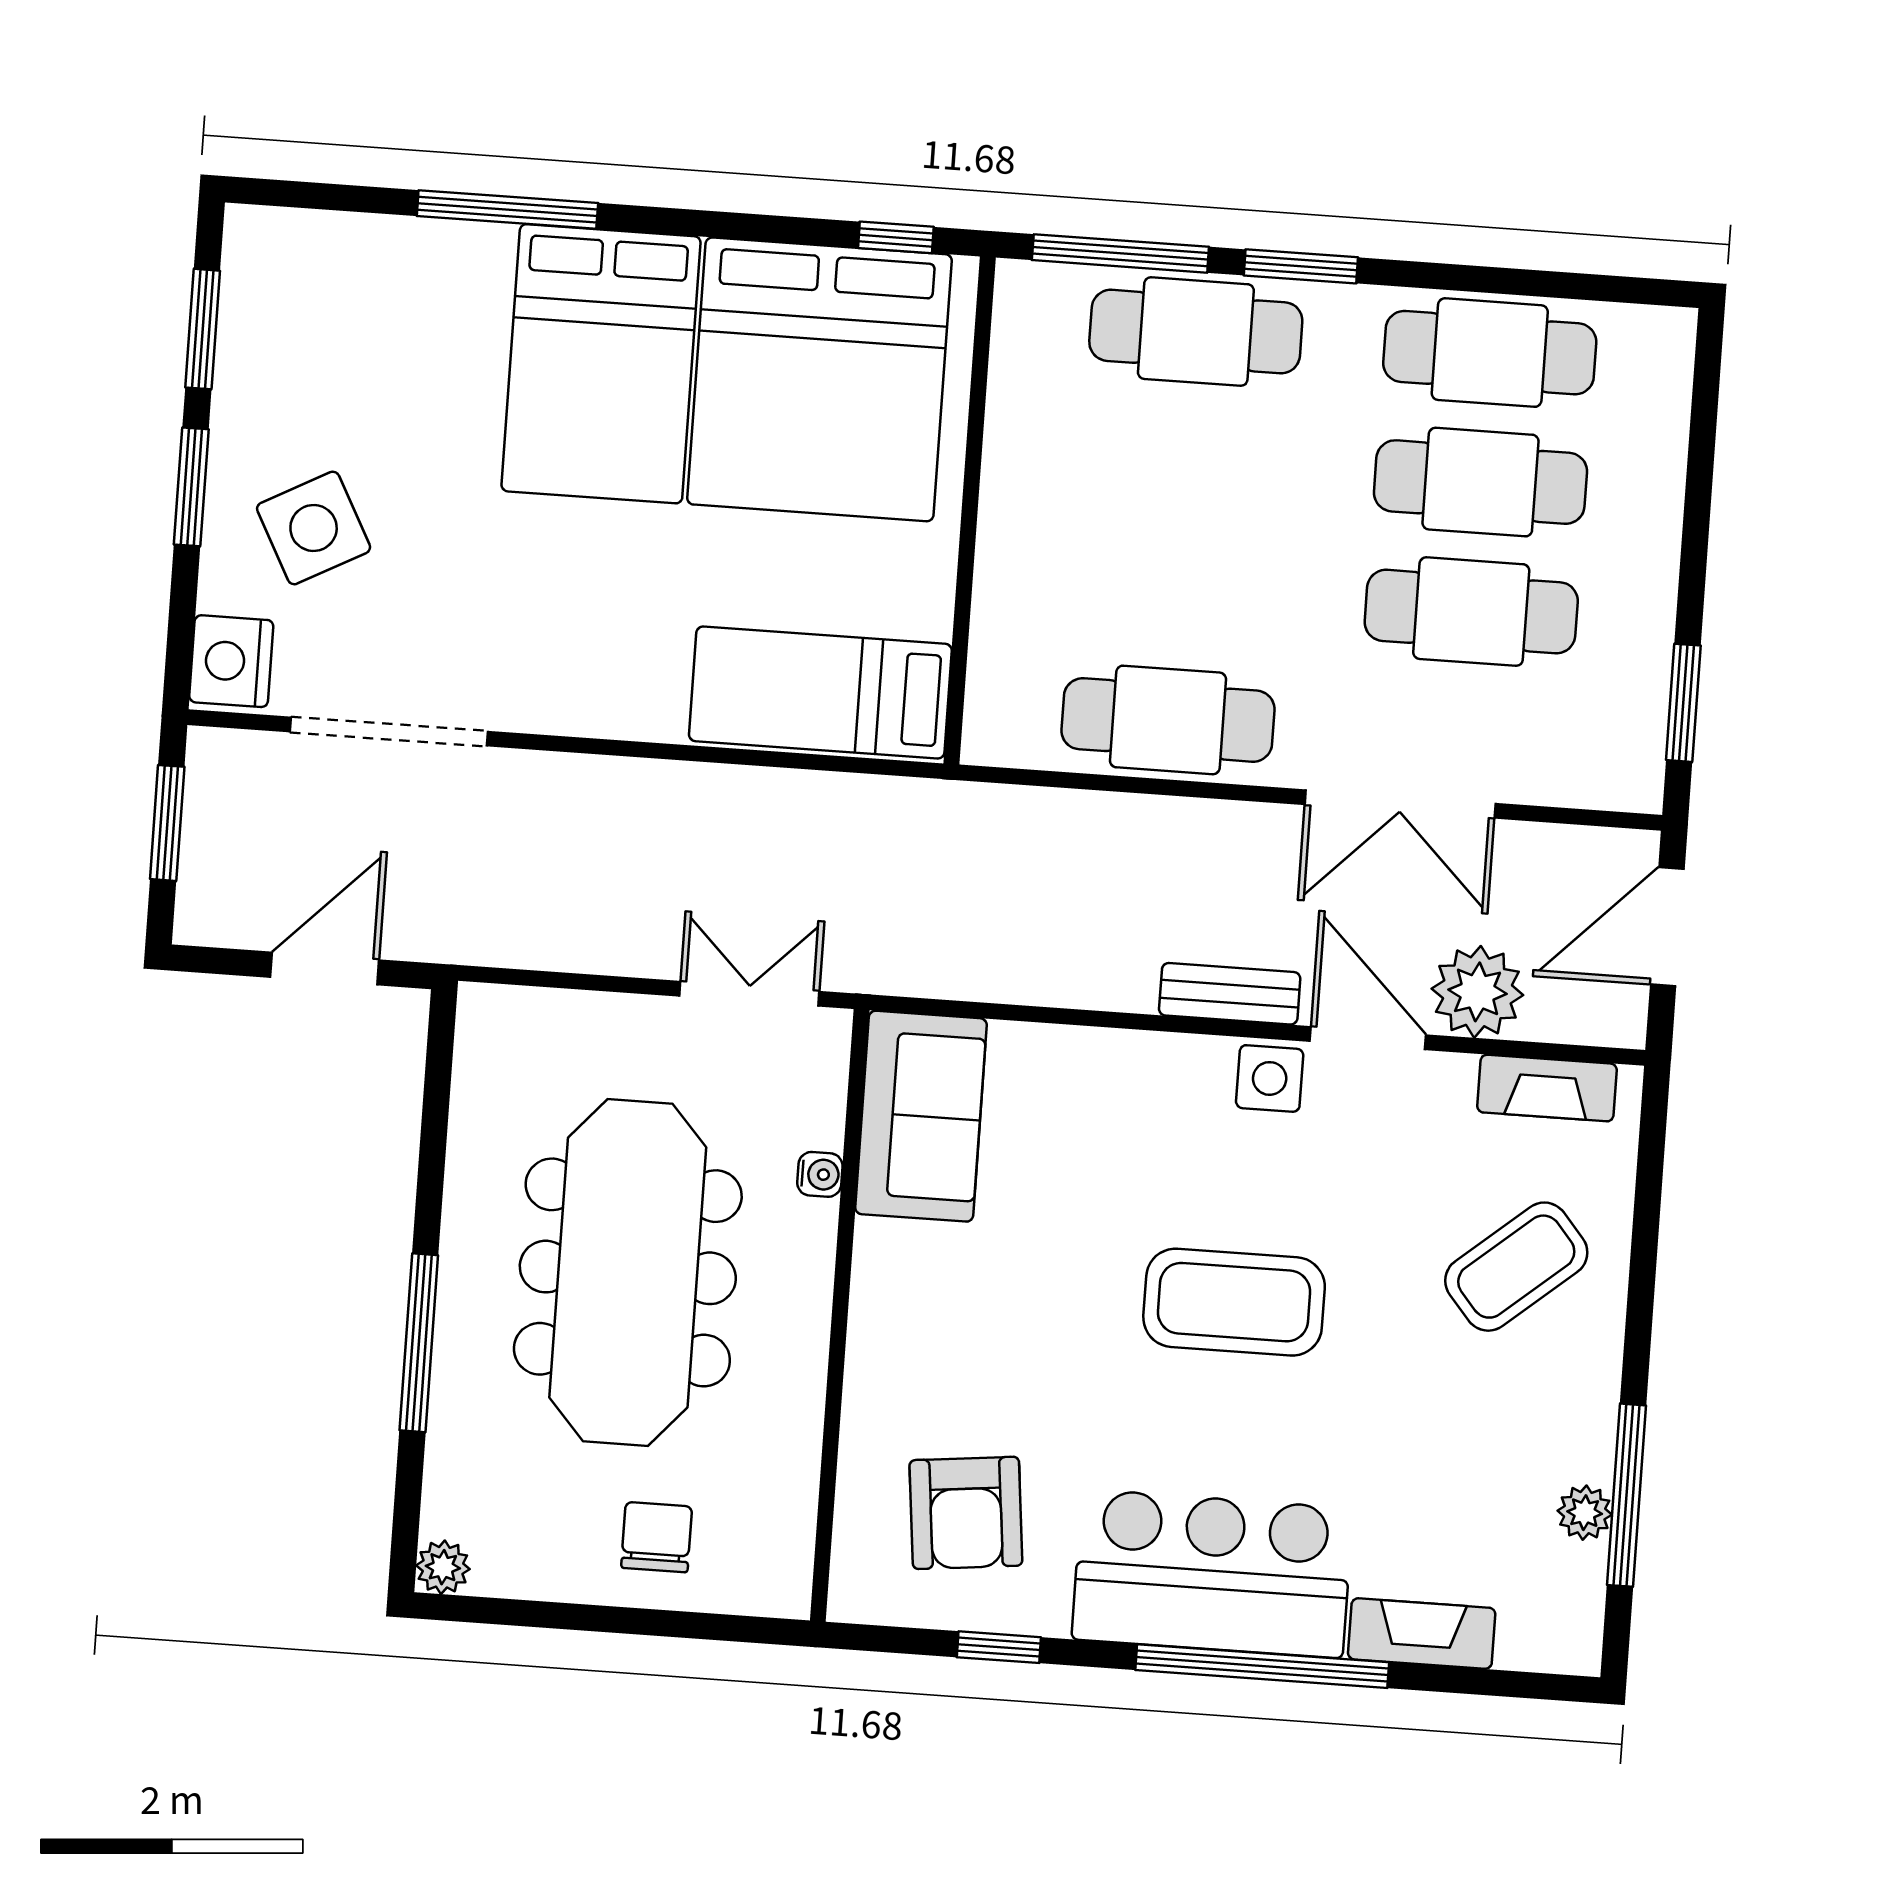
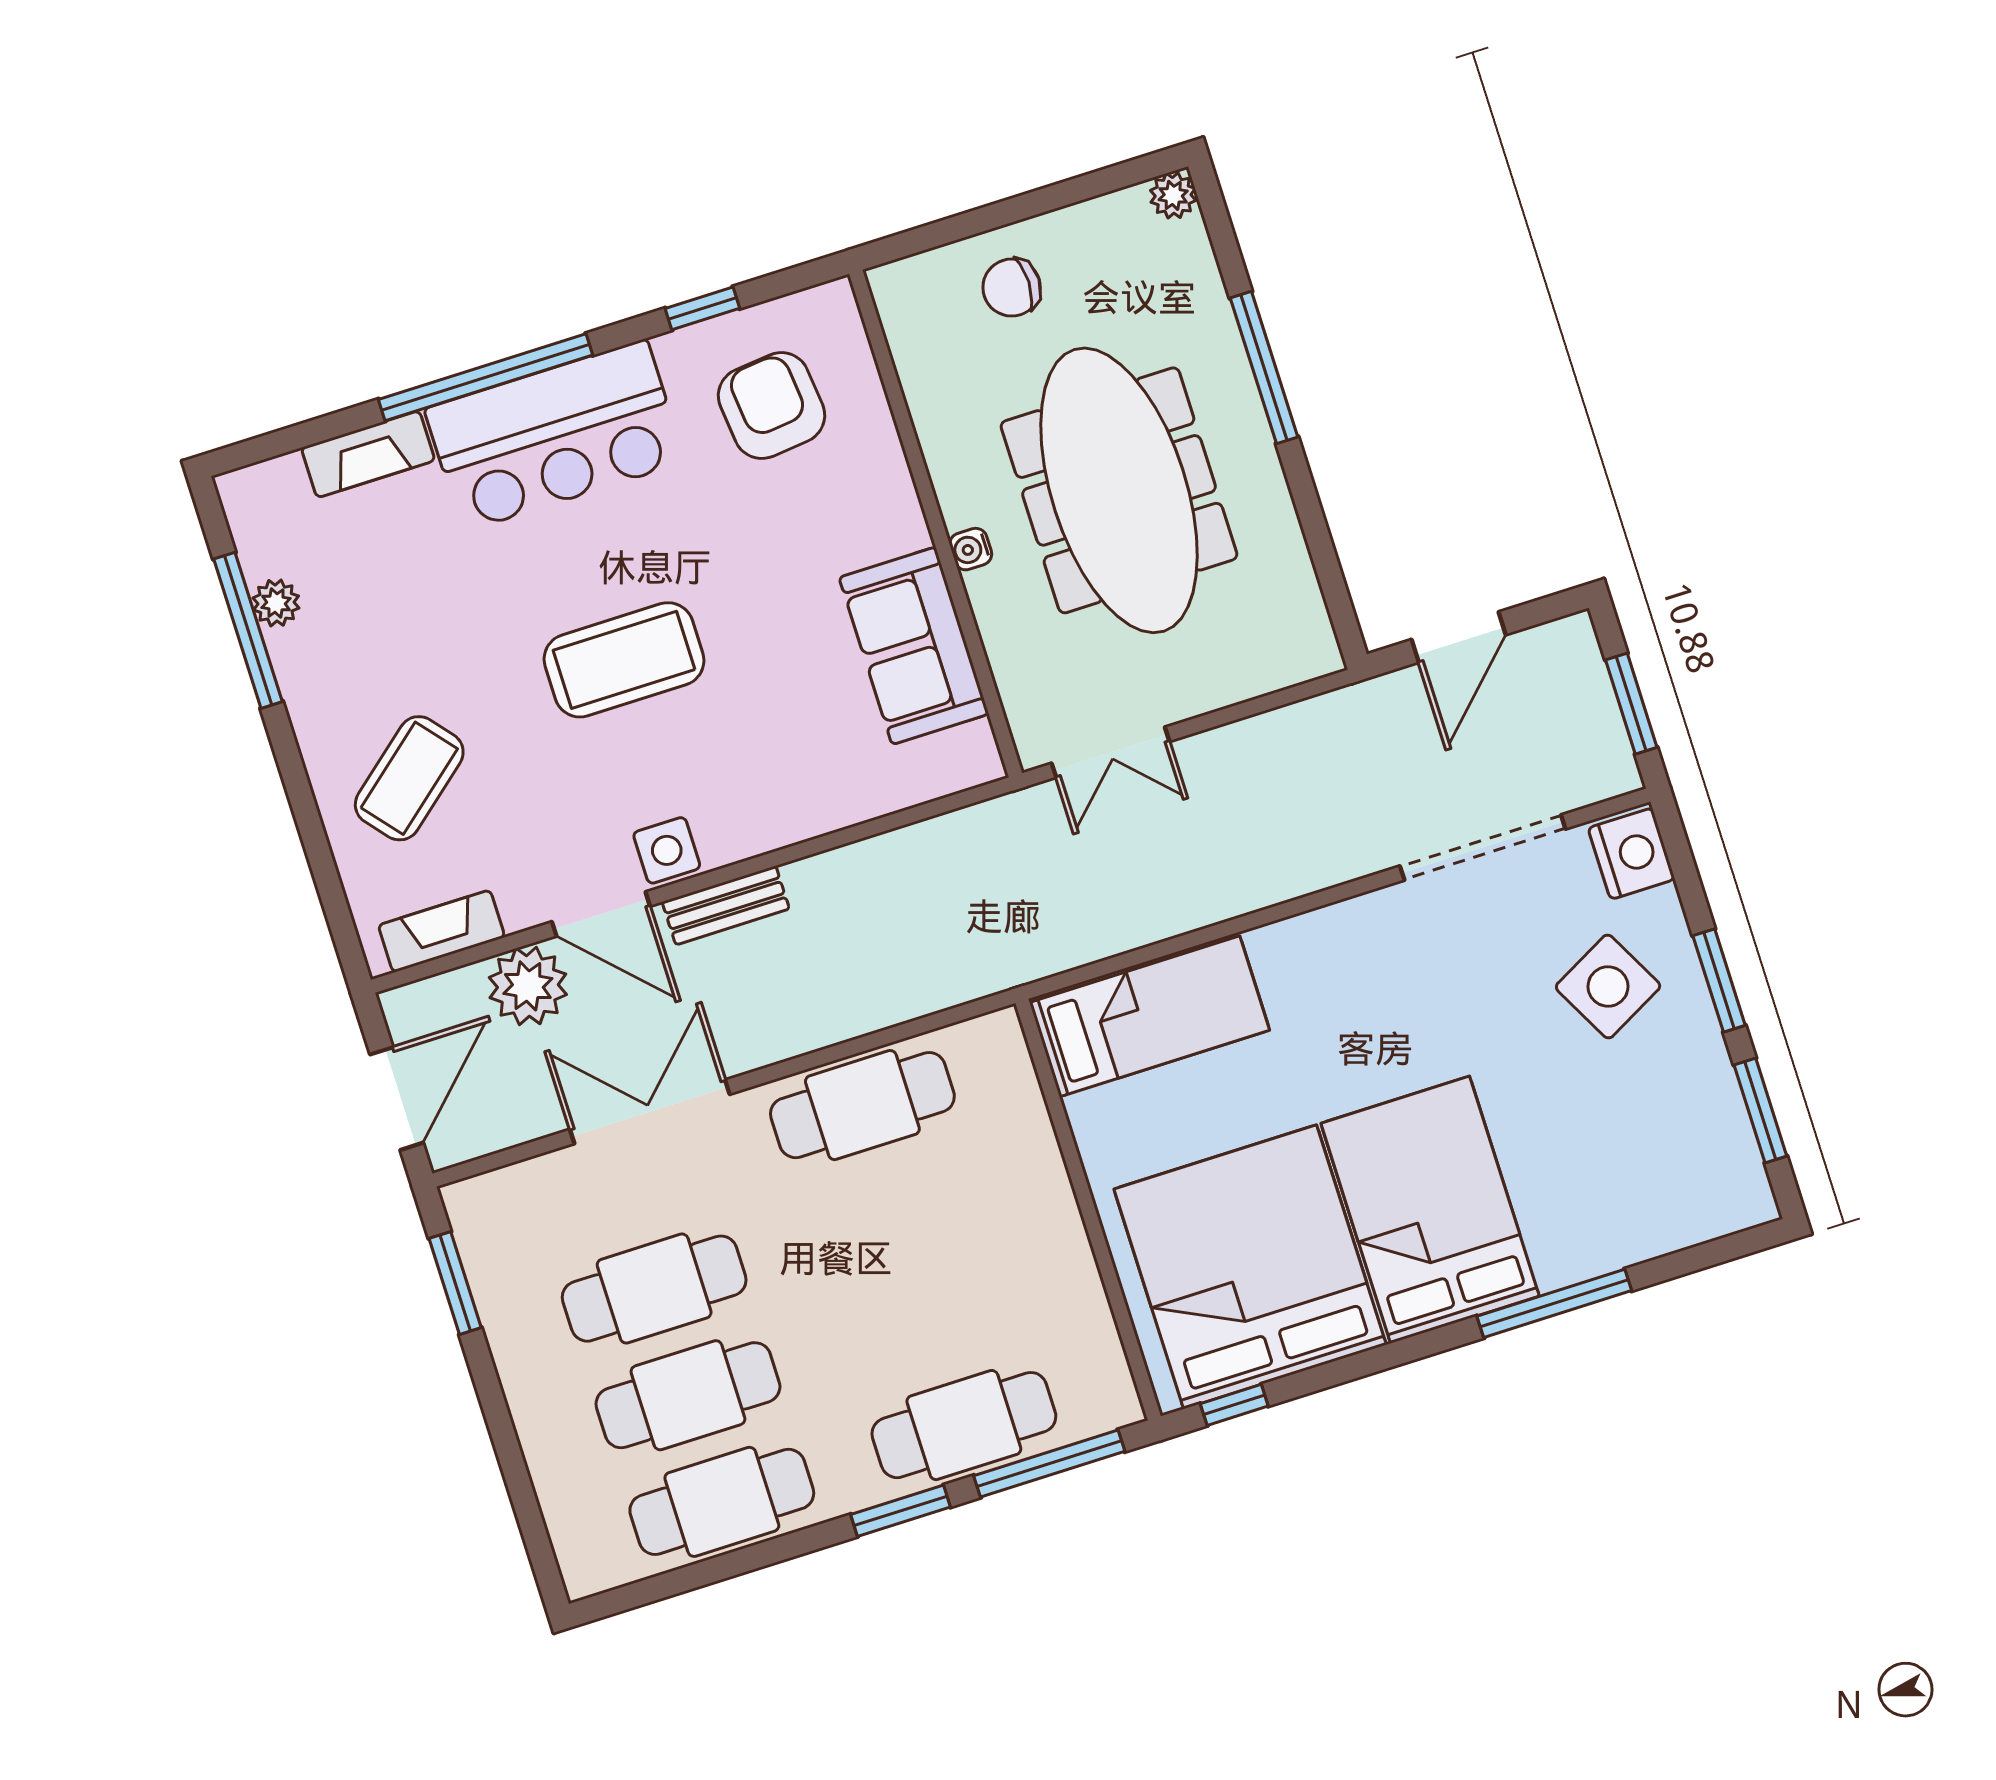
sofa: (921, 1116) -> (914, 646), moved
water cooler: (820, 1174) -> (971, 549), moved
chair: (657, 1537) -> (1012, 288), turned 90

